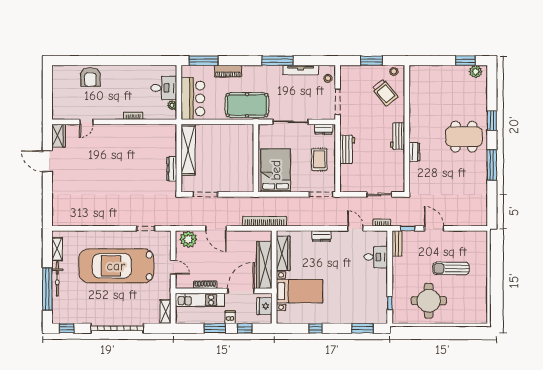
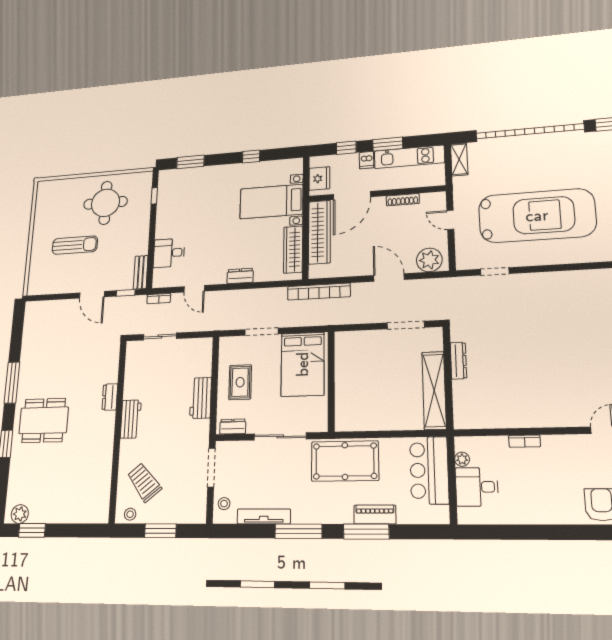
window: (203, 61) -> (366, 532), moved
doorway: (321, 194) -> (261, 332), moved
kitchen unit: (200, 300) -> (409, 157), moved, turned 180
garage door: (117, 328) -> (530, 131), width x1.36

